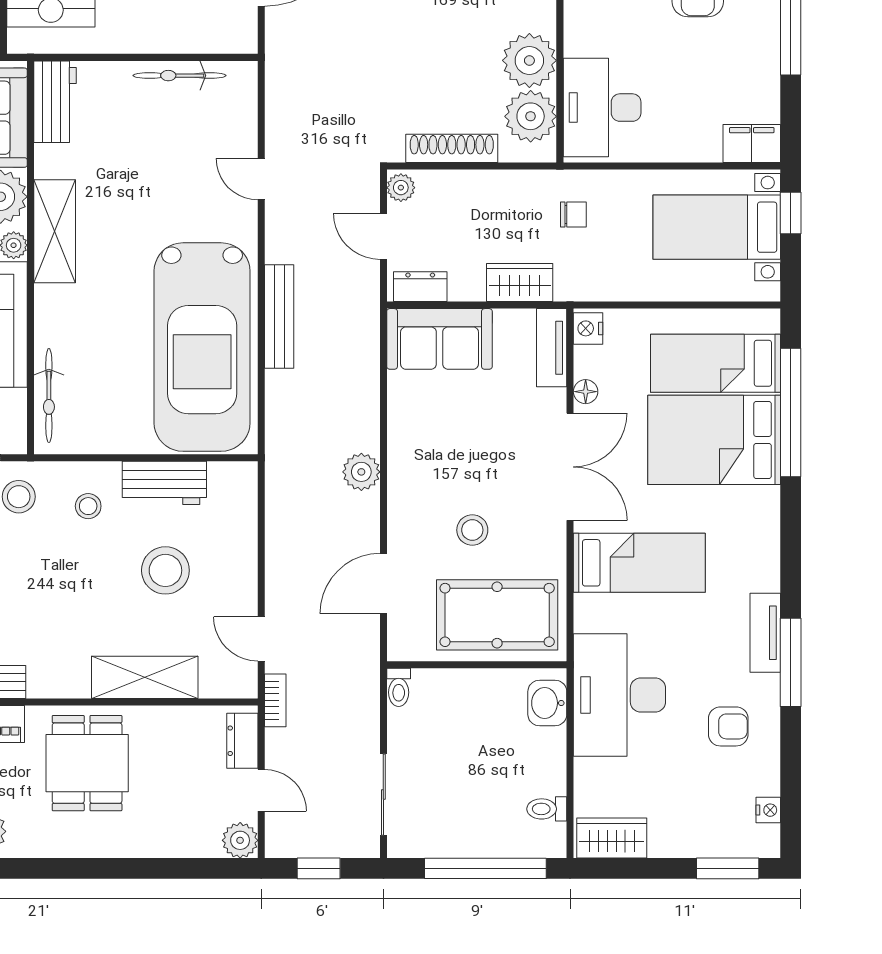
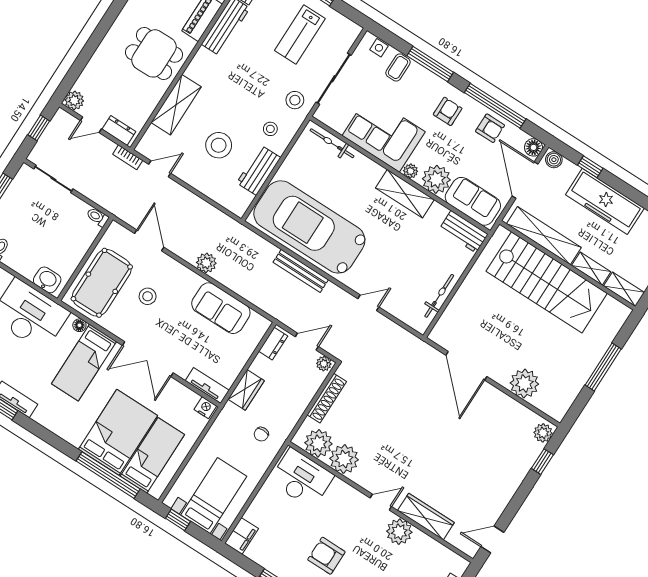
window: (791, 213) -> (178, 520), moved
sofa: (439, 339) -> (221, 308), moved, turned -90
floor lamp: (586, 392) -> (79, 325), moved

